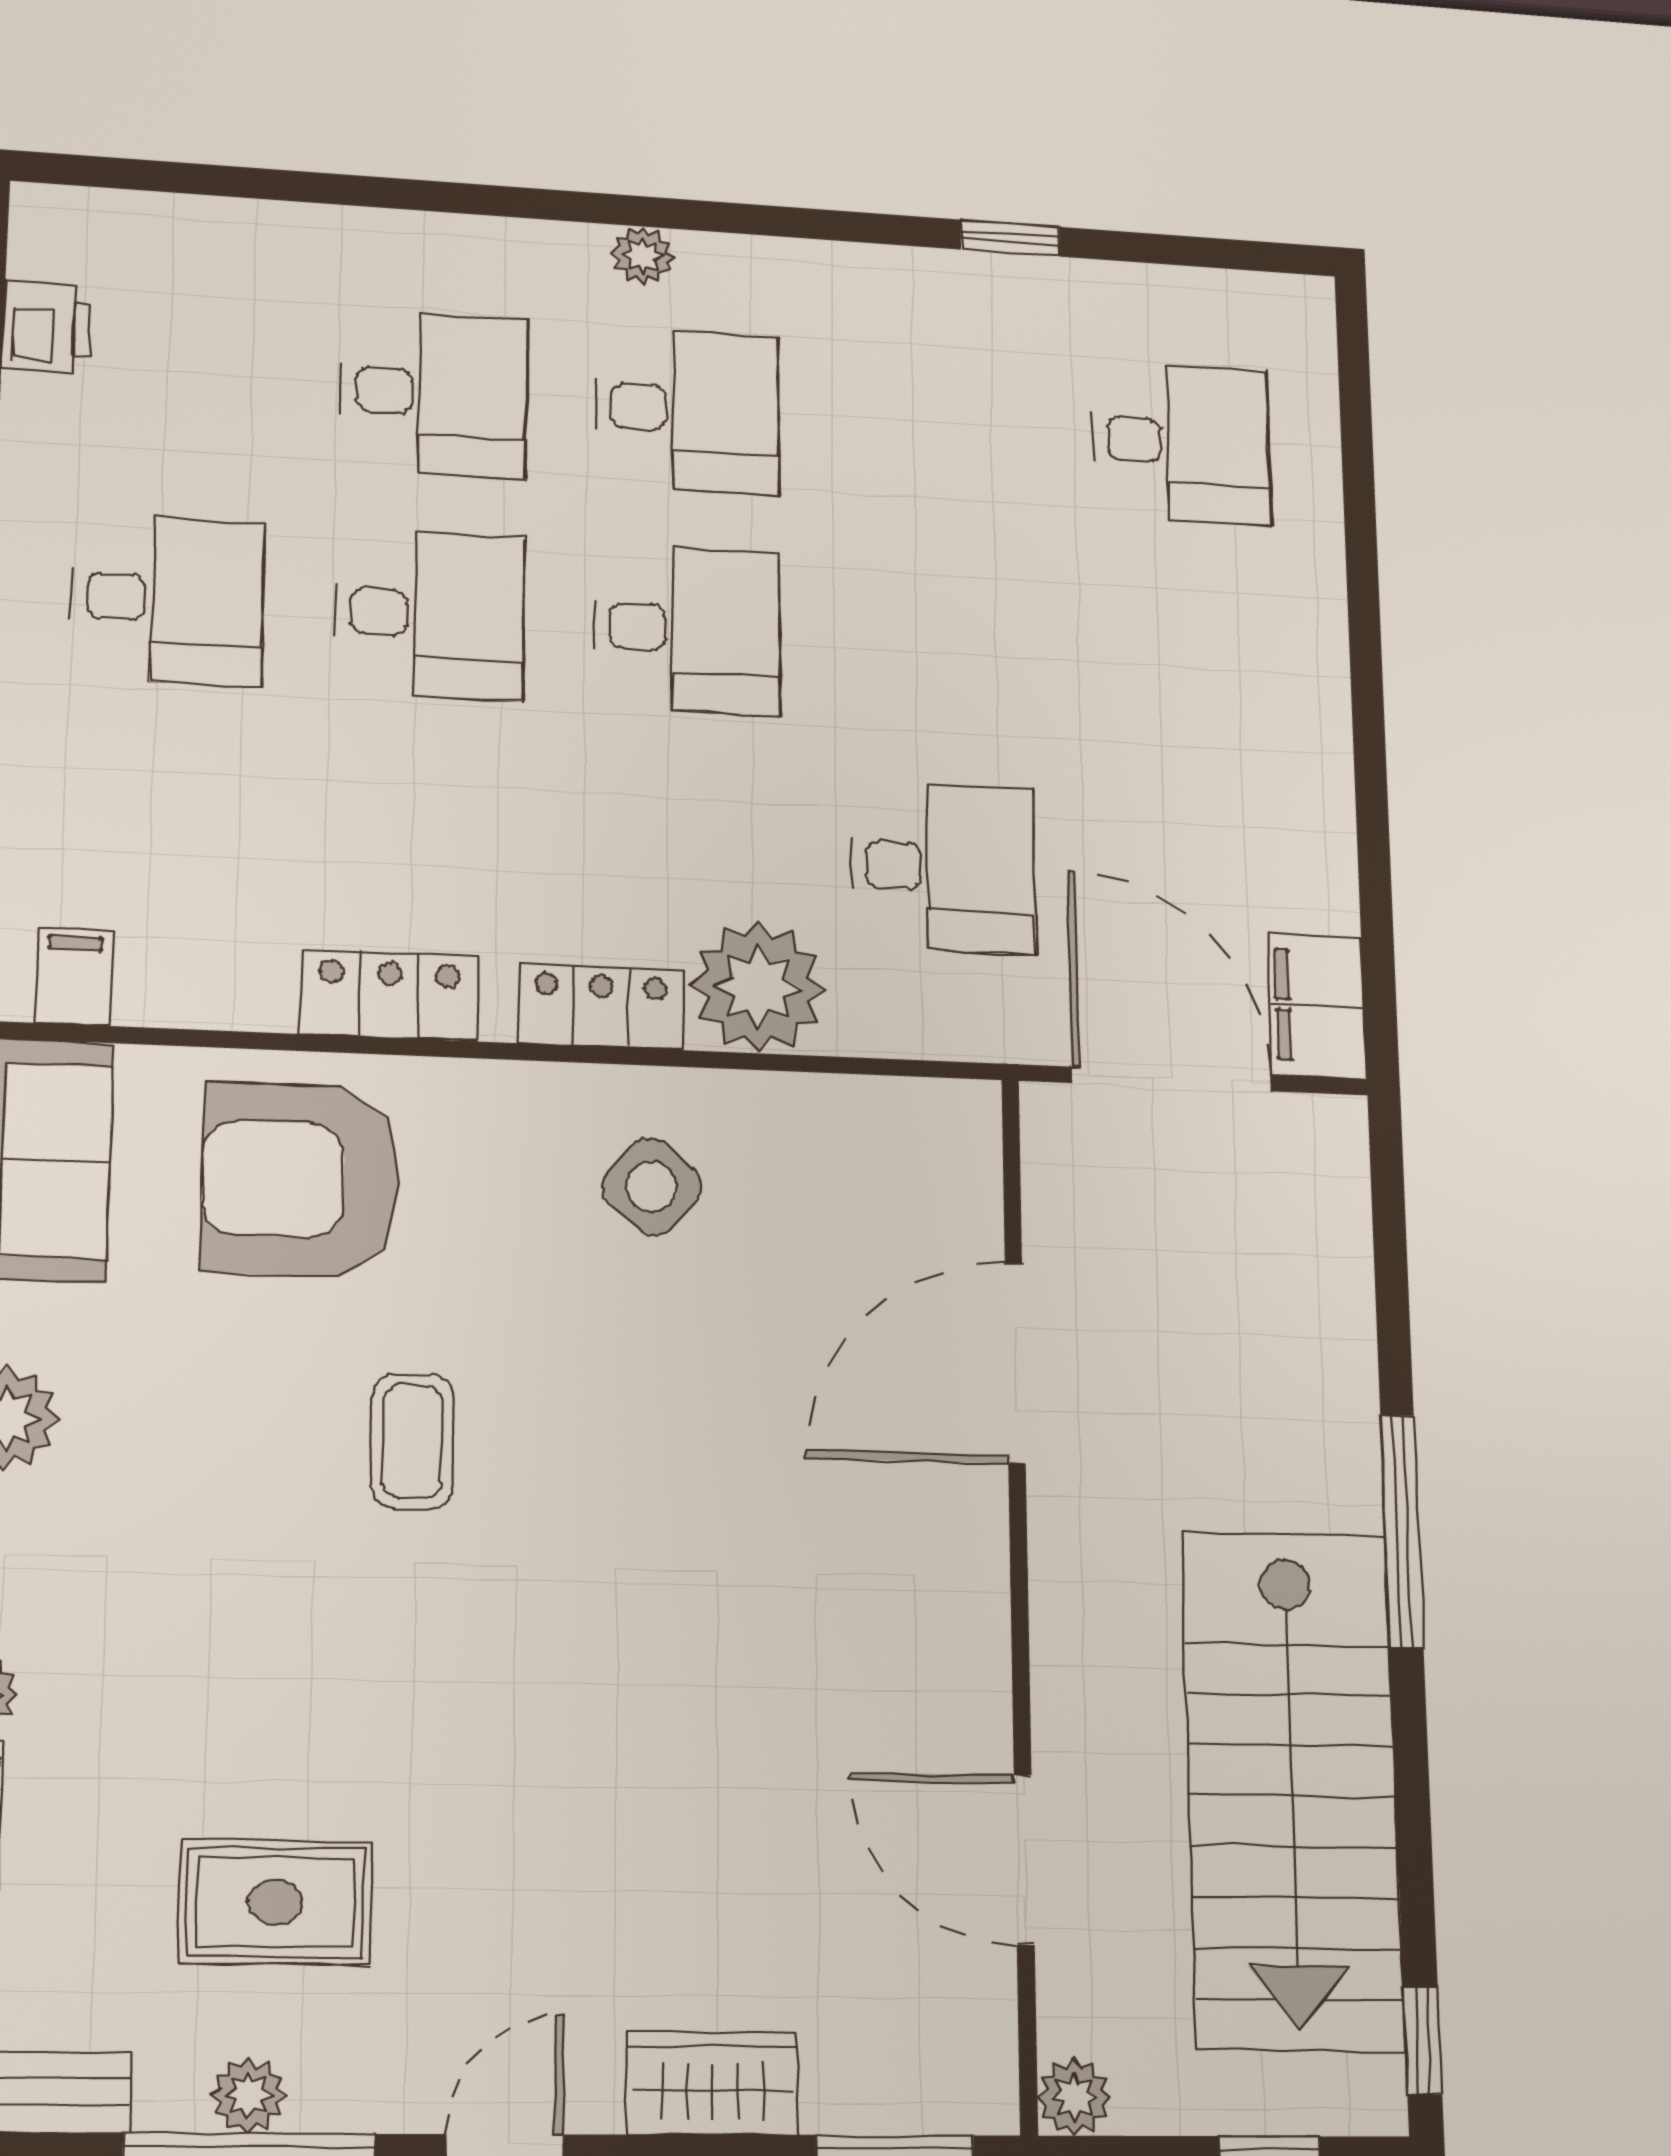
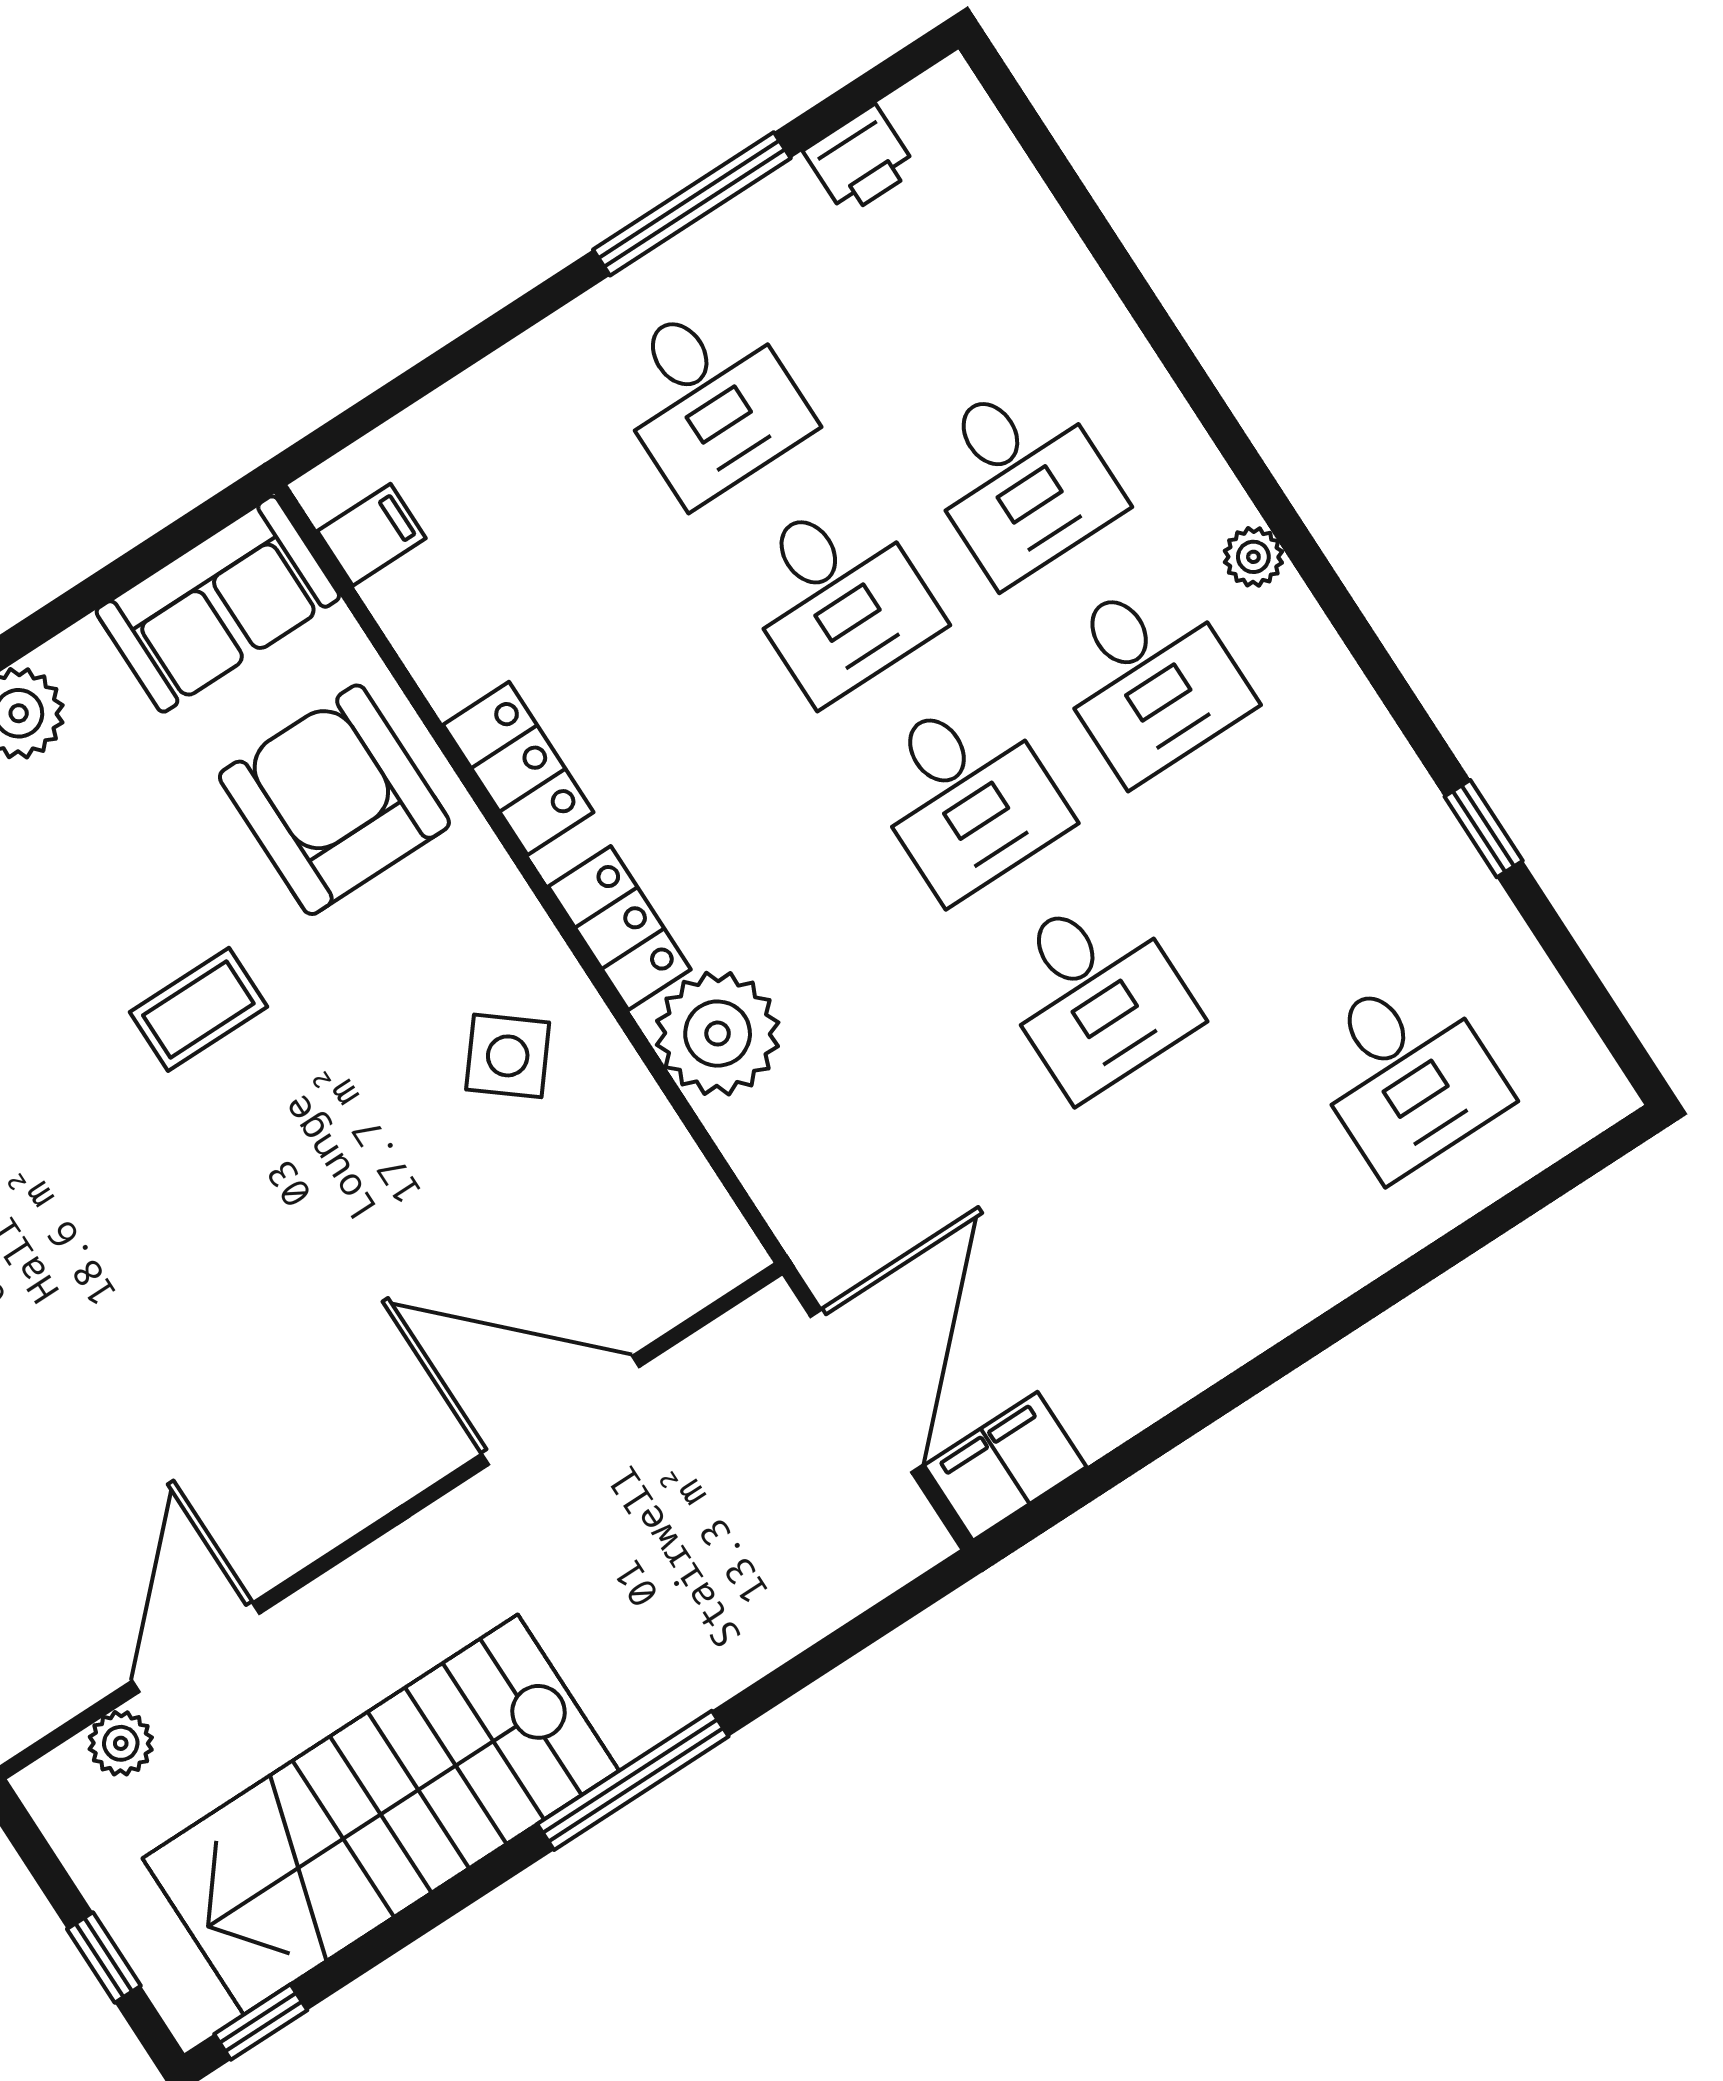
desk: (943, 868) -> (1095, 993), moved
plant: (1074, 2097) -> (121, 1743), moved

